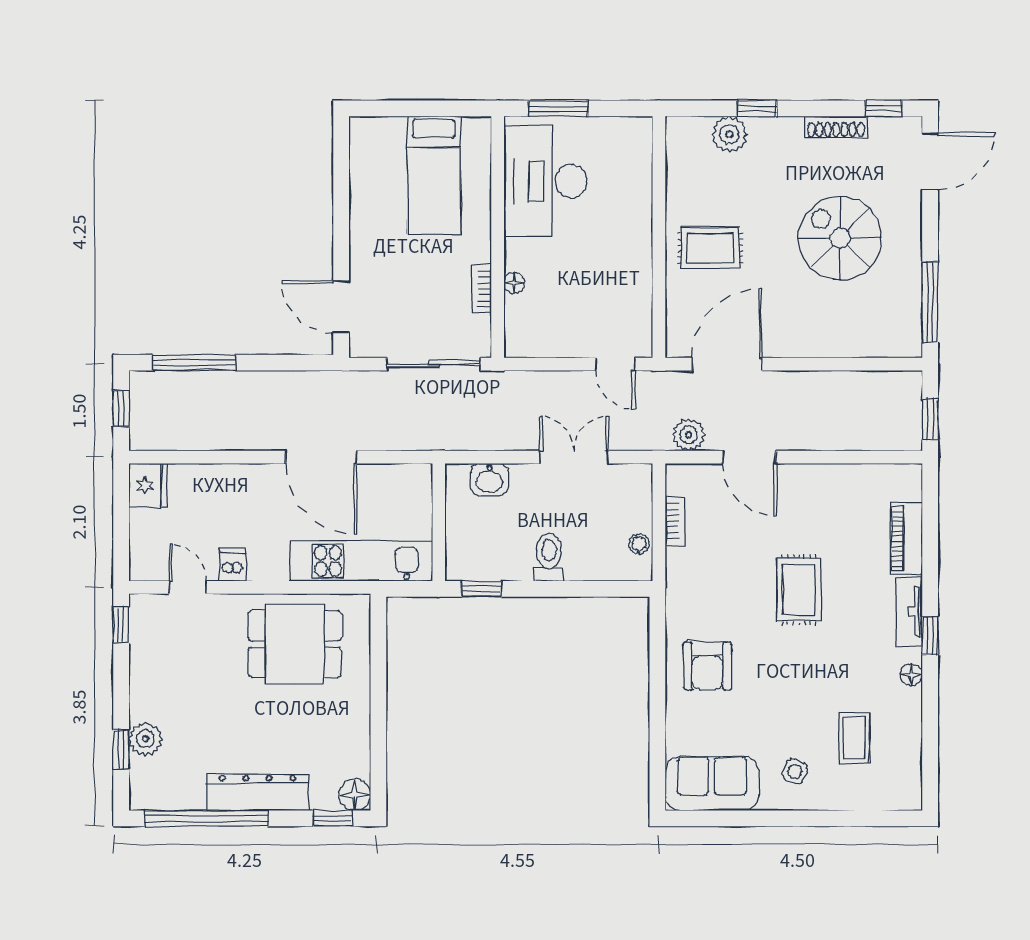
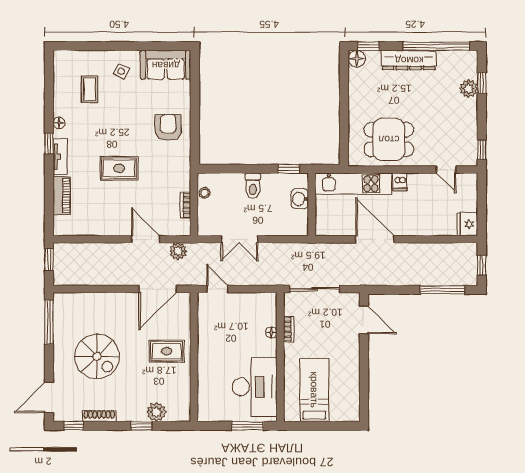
washbasin: (489, 479) -> (300, 199), moved, turned -90
dishwasher: (232, 564) -> (400, 182), moved
rug: (799, 590) -> (119, 168), turned 90

